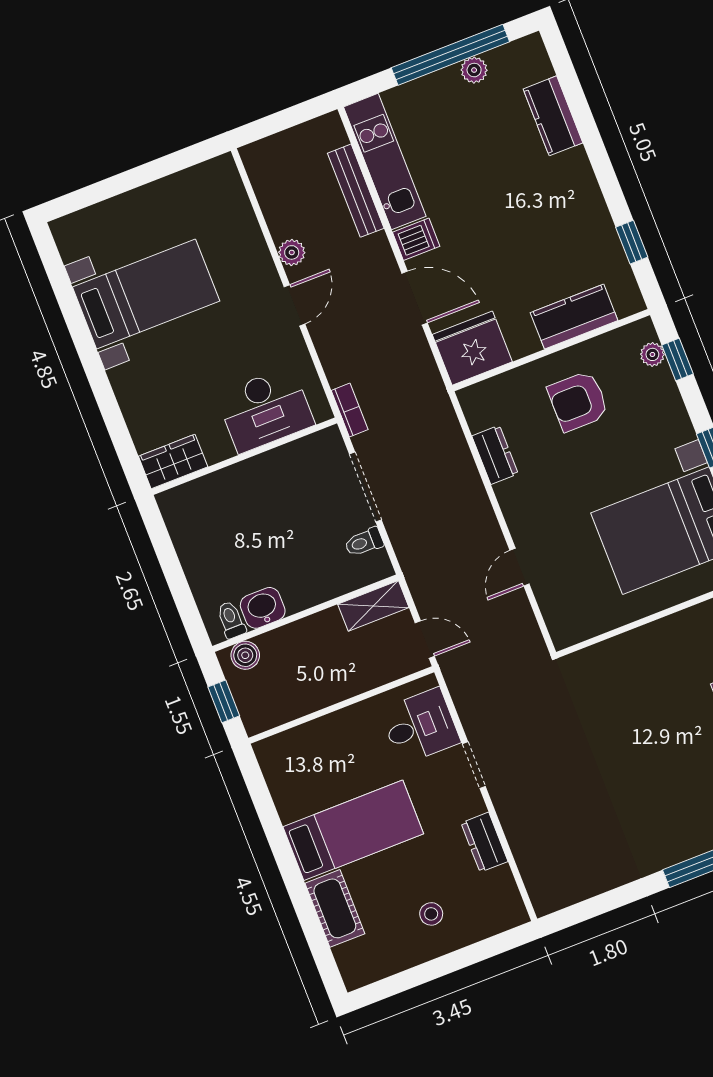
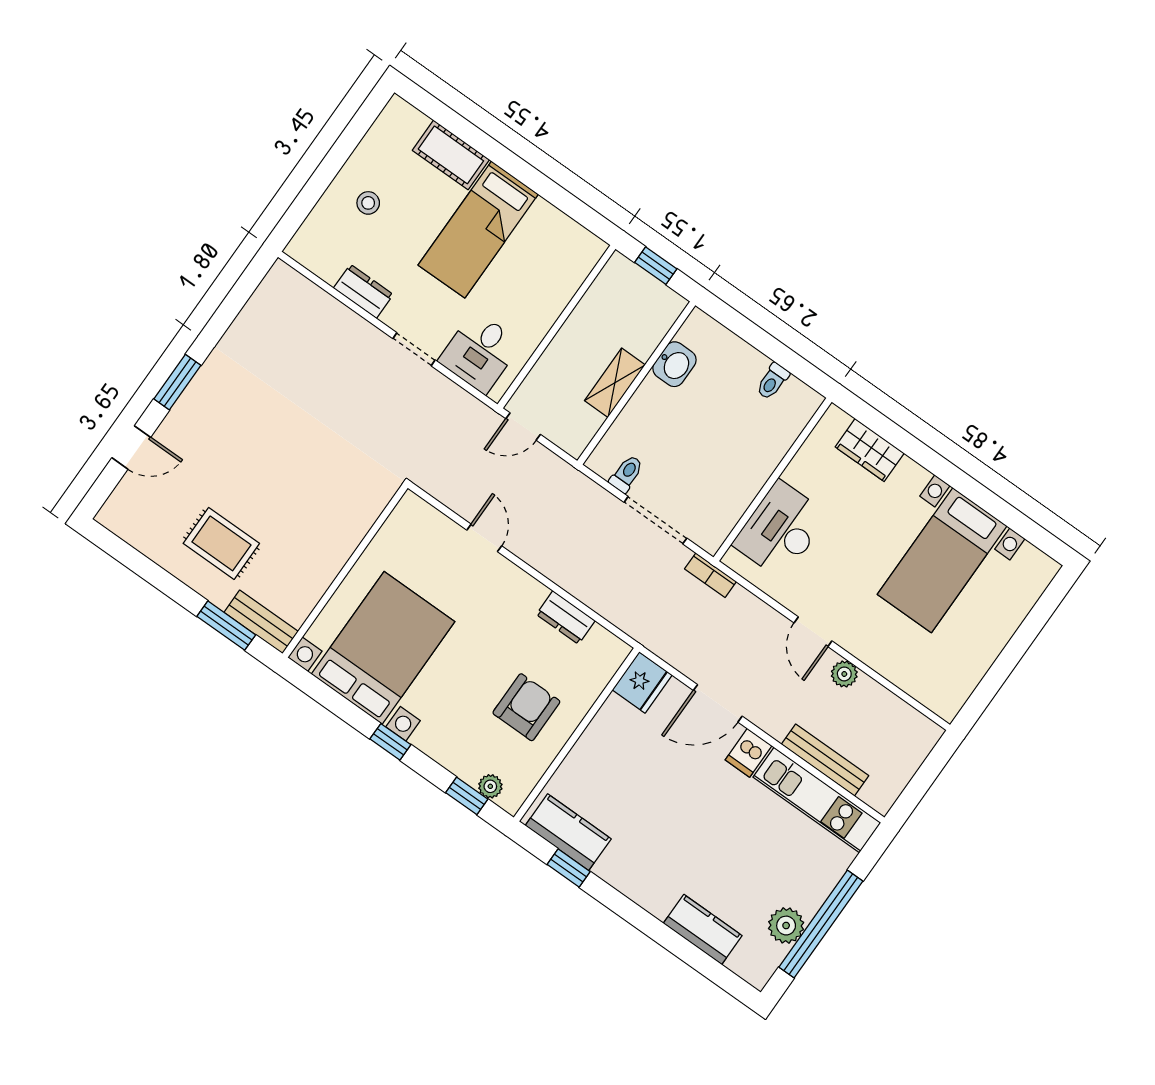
plant: (474, 70) -> (786, 926), width x1.38, depth x1.38
kitchen counter: (574, 317) -> (568, 832), moved, turned -90
fridge: (472, 348) -> (642, 682), width x0.73, depth x0.75
wardrobe: (173, 462) -> (870, 450), moved, turned 90
shelving: (373, 606) -> (615, 383), moved
toilet: (231, 620) -> (773, 381), moved, turned 90
boiler: (245, 655) -> (663, 315), removed

